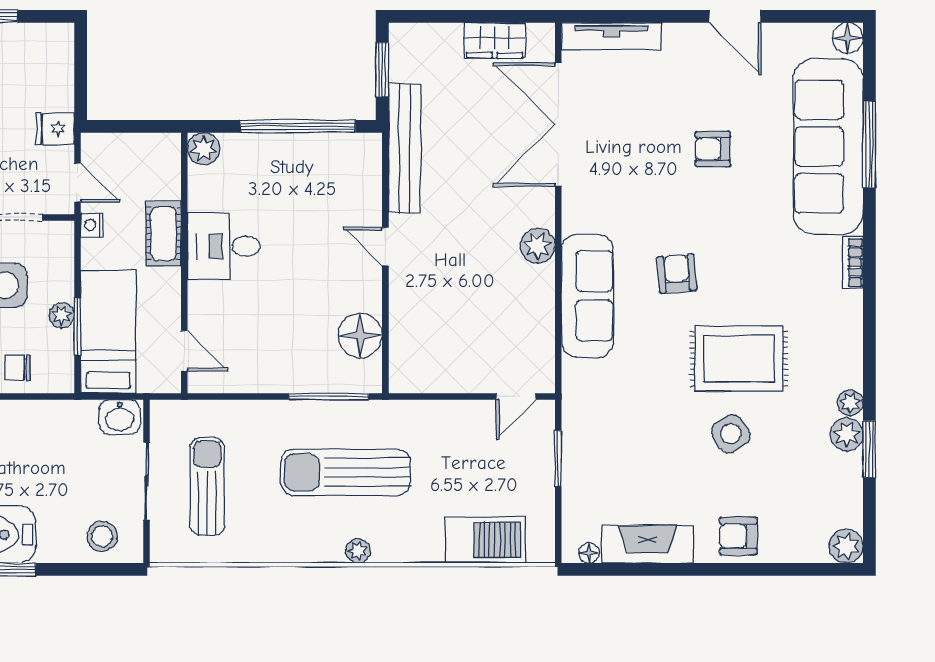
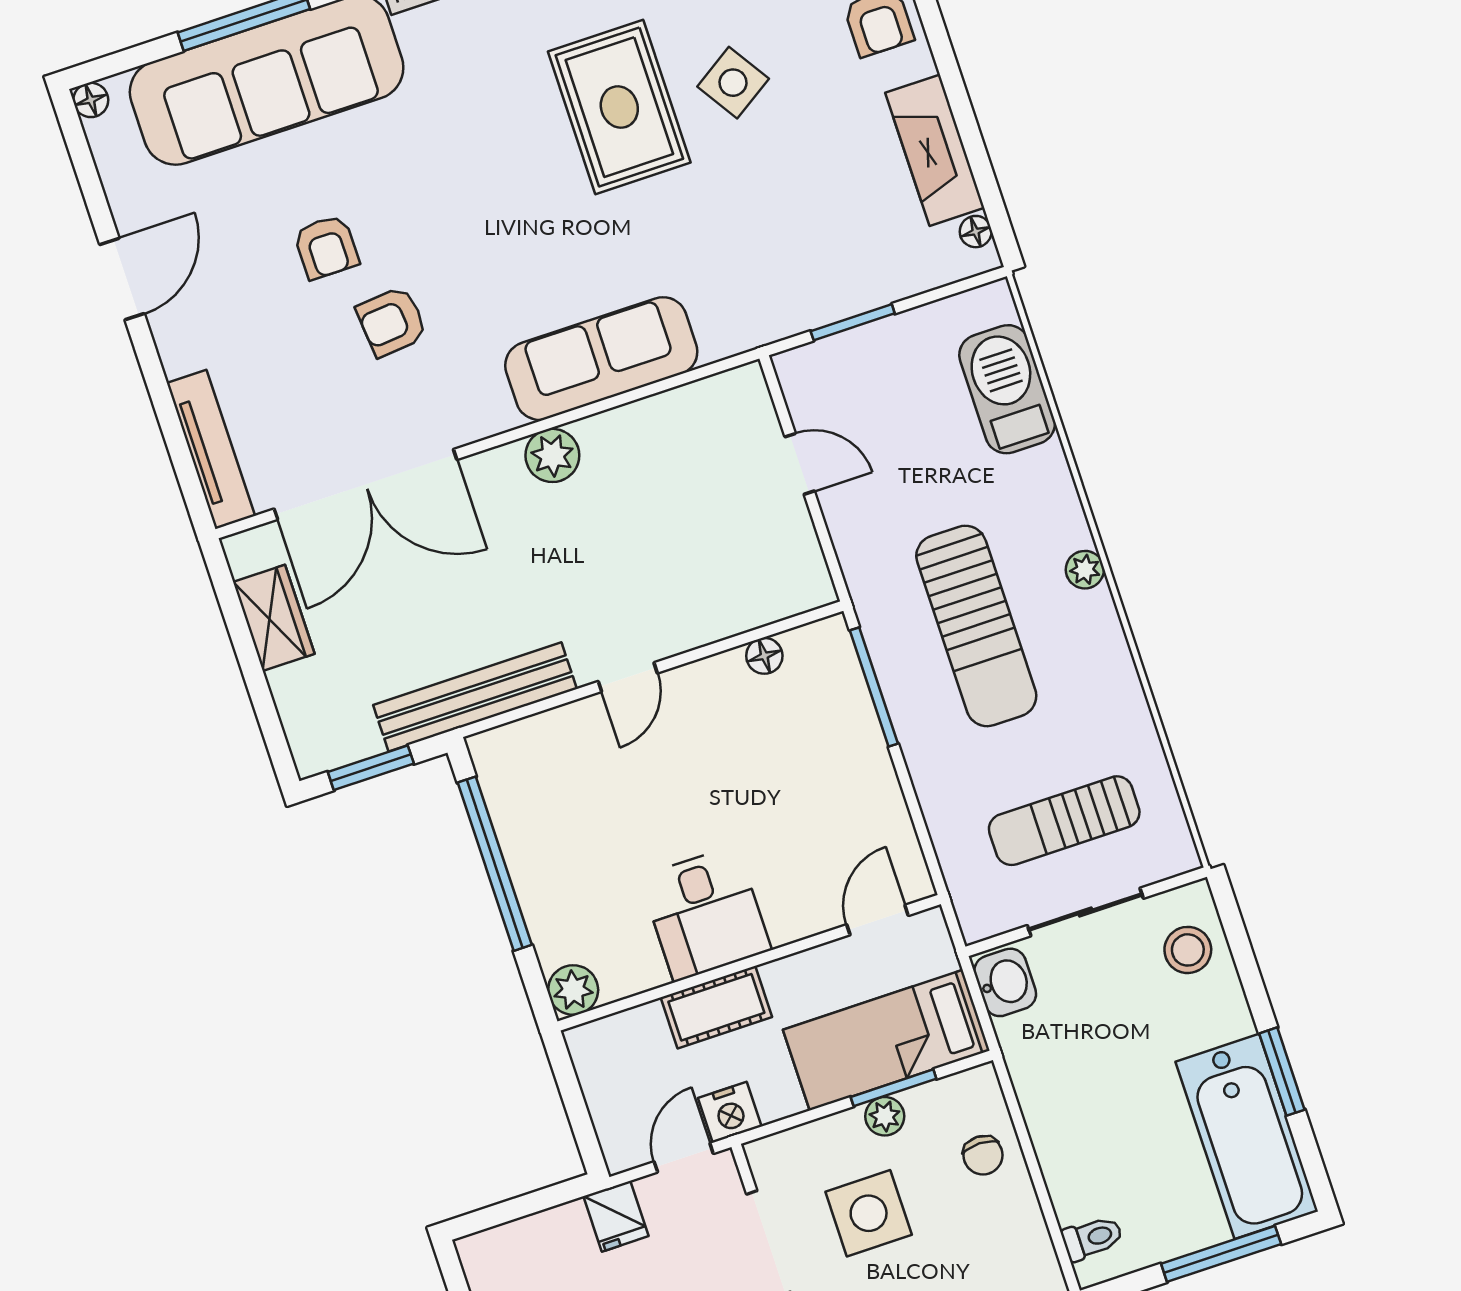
floor lamp: (848, 38) -> (91, 100), width x0.73, depth x0.73
nightstand: (92, 225) -> (730, 1112), width x1.39, depth x1.35
armchair: (677, 274) -> (392, 322), moved
floor lamp: (360, 335) -> (764, 656), width x0.53, depth x0.53
door: (516, 397) -> (800, 464), moved

